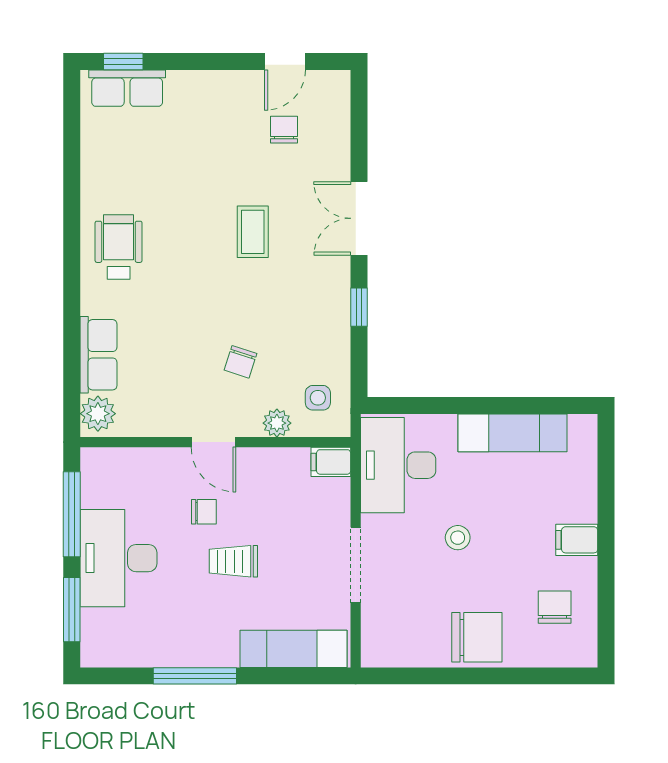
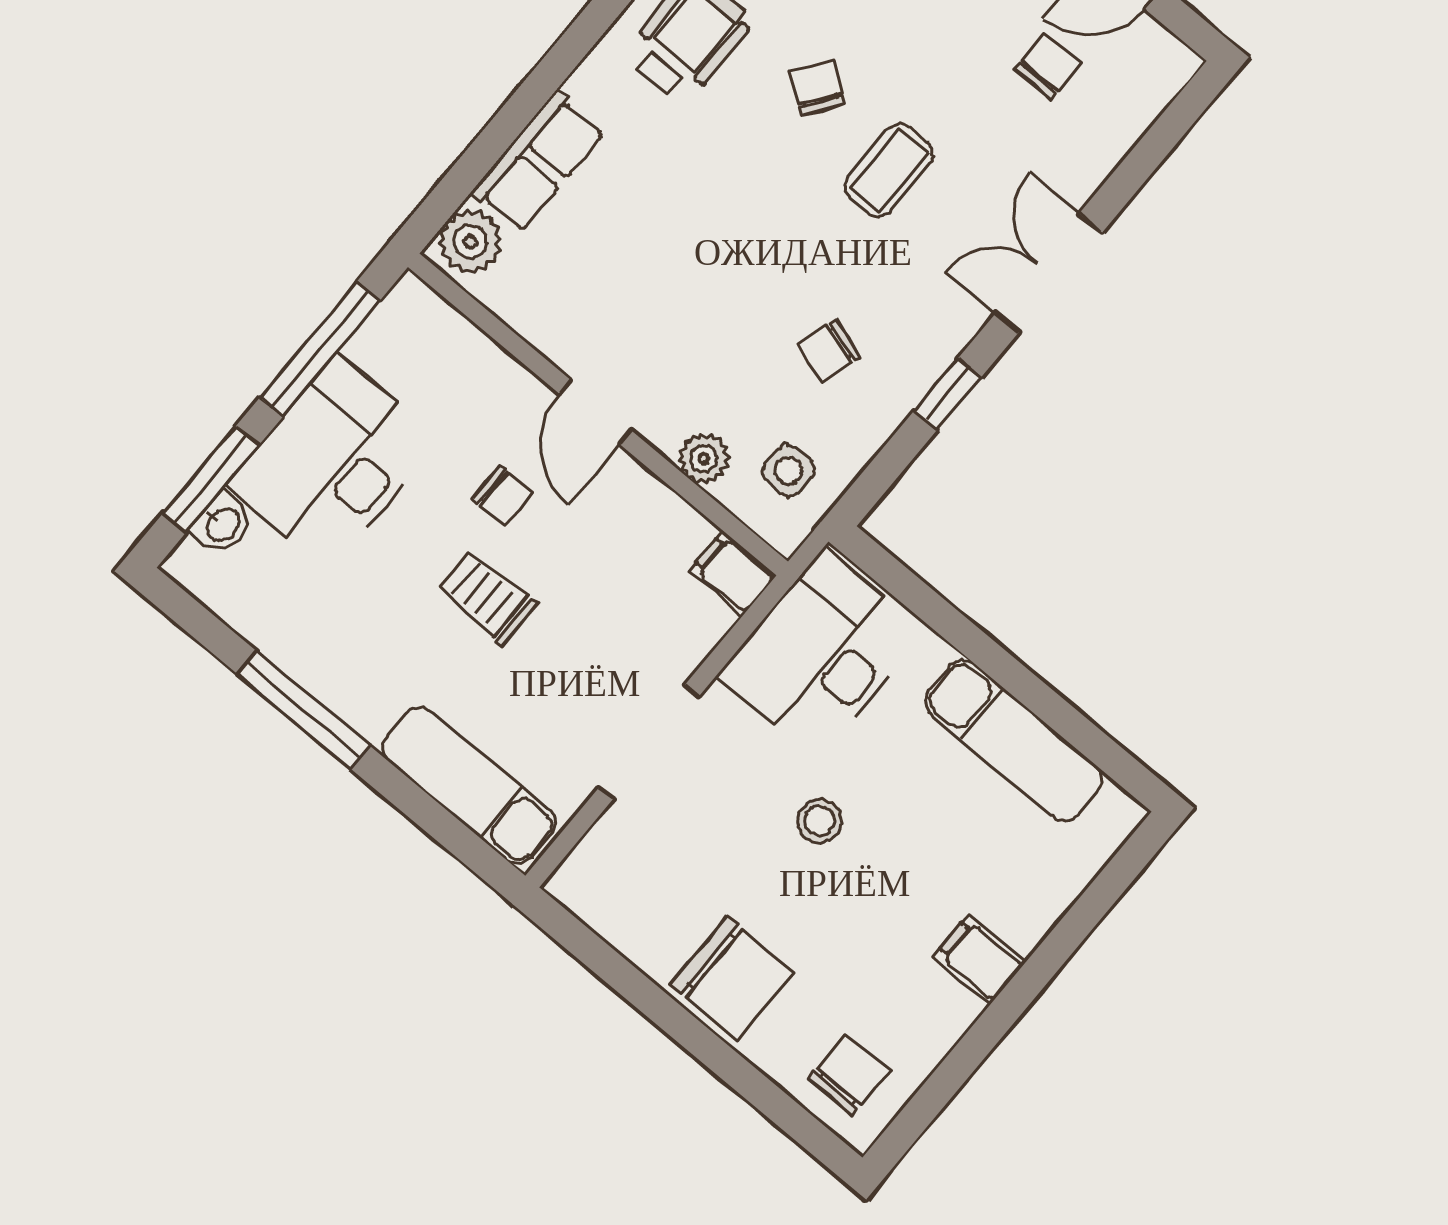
chair: (192, 222) -> (817, 88), added
chair: (240, 362) -> (829, 351), moved
chair: (555, 607) -> (849, 1075), moved
washbasin: (93, 625) -> (222, 524), added

